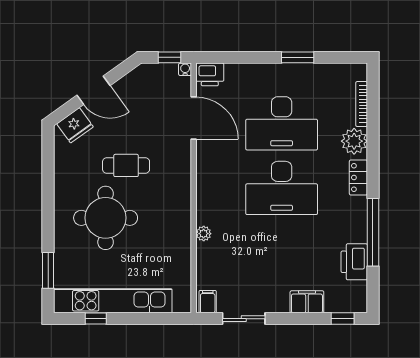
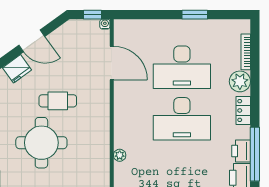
printer: (210, 74) -> (241, 151), moved, turned 90

